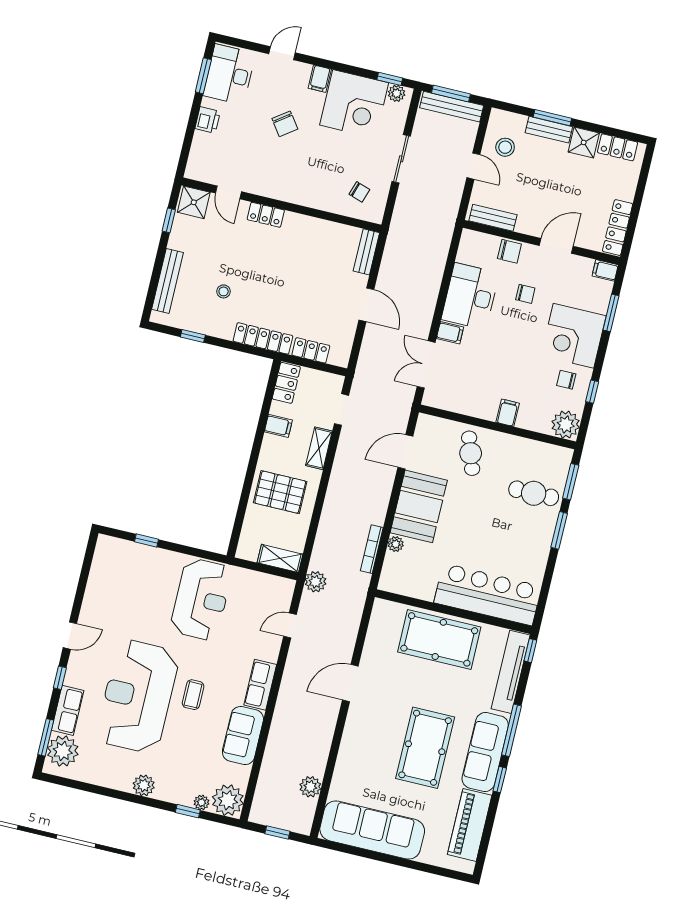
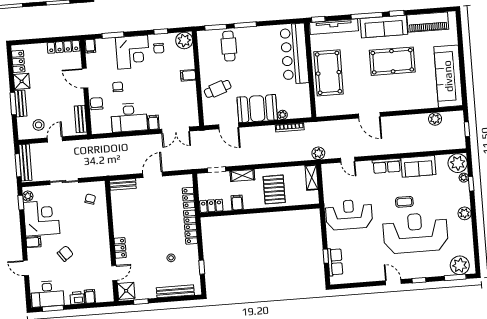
filing cabinet: (203, 141) -> (90, 296), added
reception desk: (138, 696) -> (415, 233), turned 180
row of seats: (68, 710) -> (335, 262), moved, turned 90

